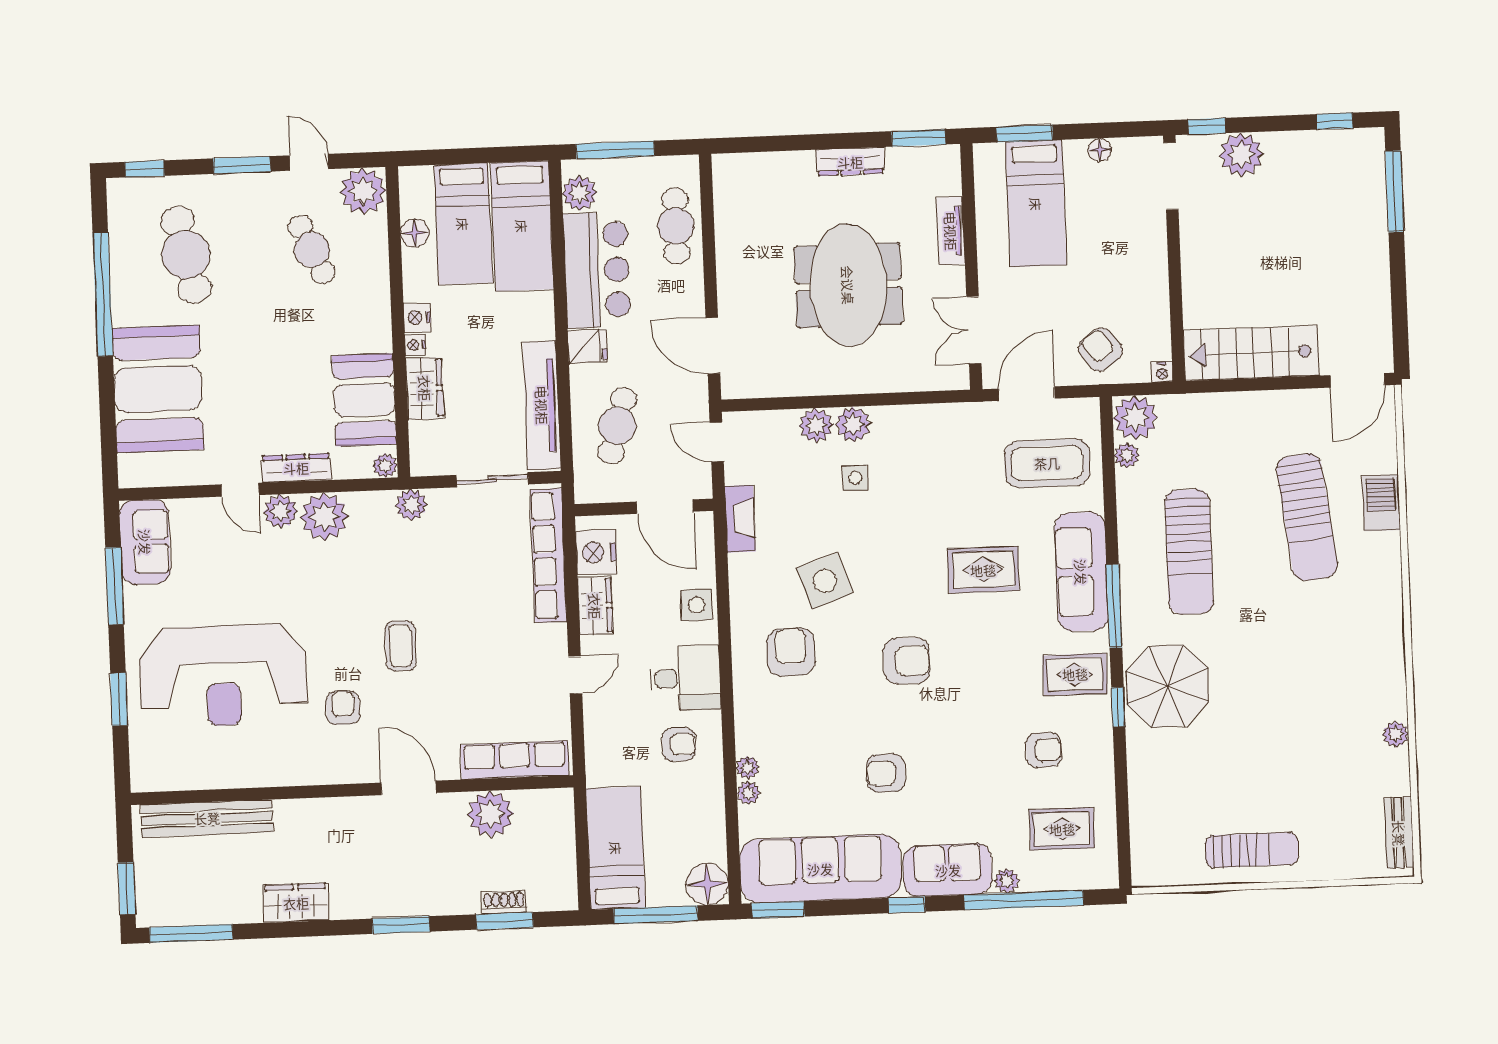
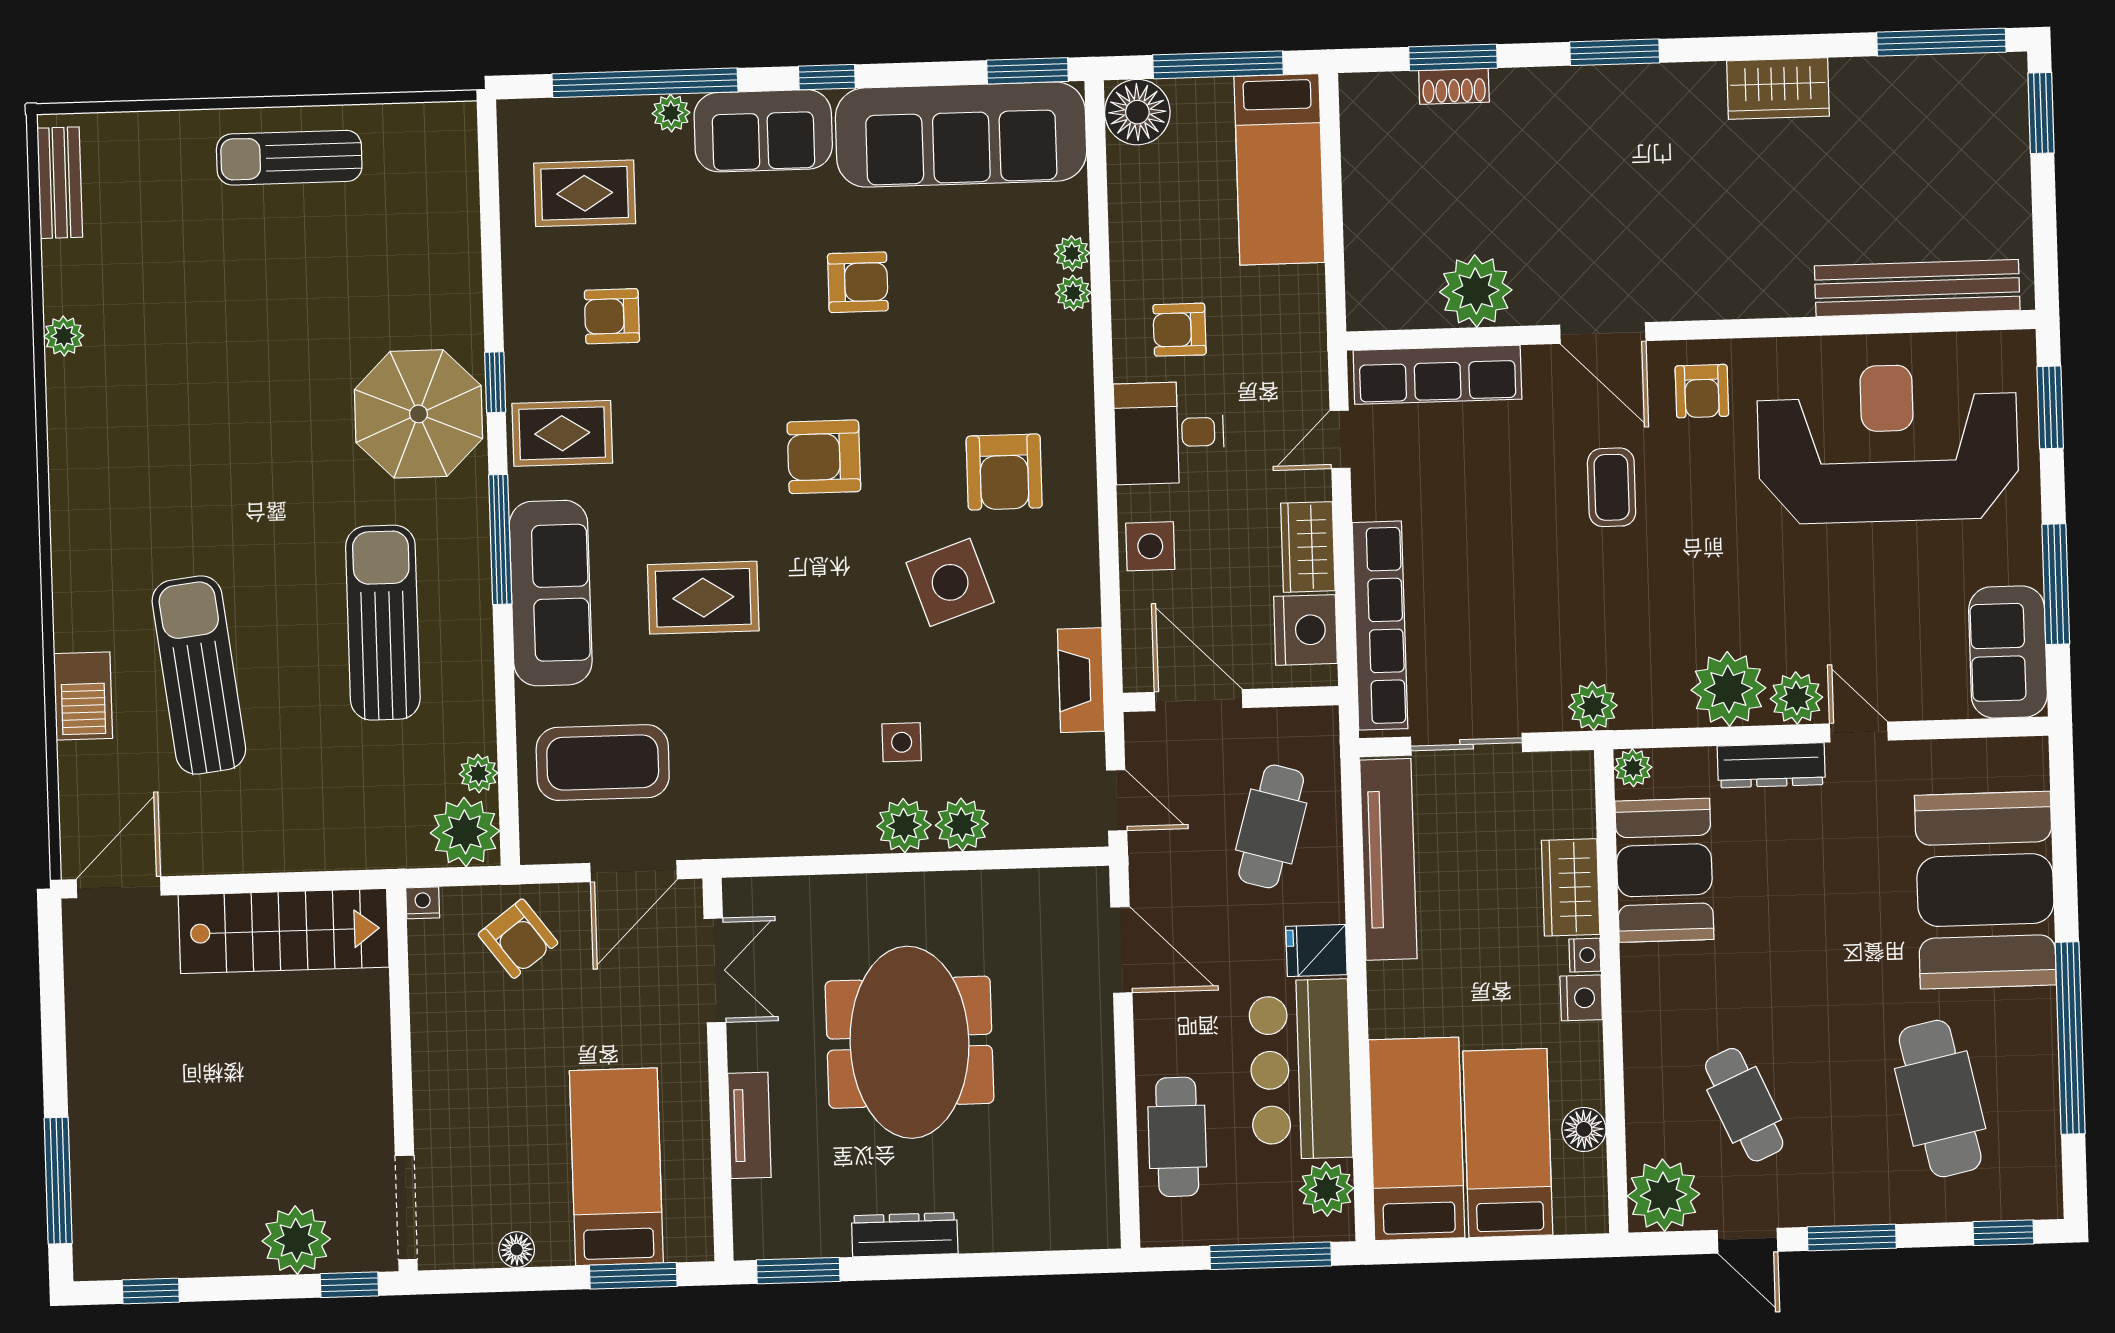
row of seats: (515, 760) -> (1437, 375), moved
door: (409, 788) -> (1603, 333), moved
wall: (352, 790) -> (1691, 330), moved
plant: (491, 814) -> (1476, 291), moved
bench: (207, 818) -> (1917, 288), moved

